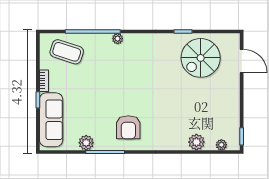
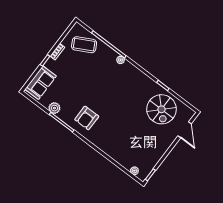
coffee table: (67, 52) -> (84, 45), turned -46
spiral stairs: (201, 58) -> (162, 109), turned -90
sofa: (51, 120) -> (41, 83), width x0.73
plant: (196, 142) -> (121, 158), removed

